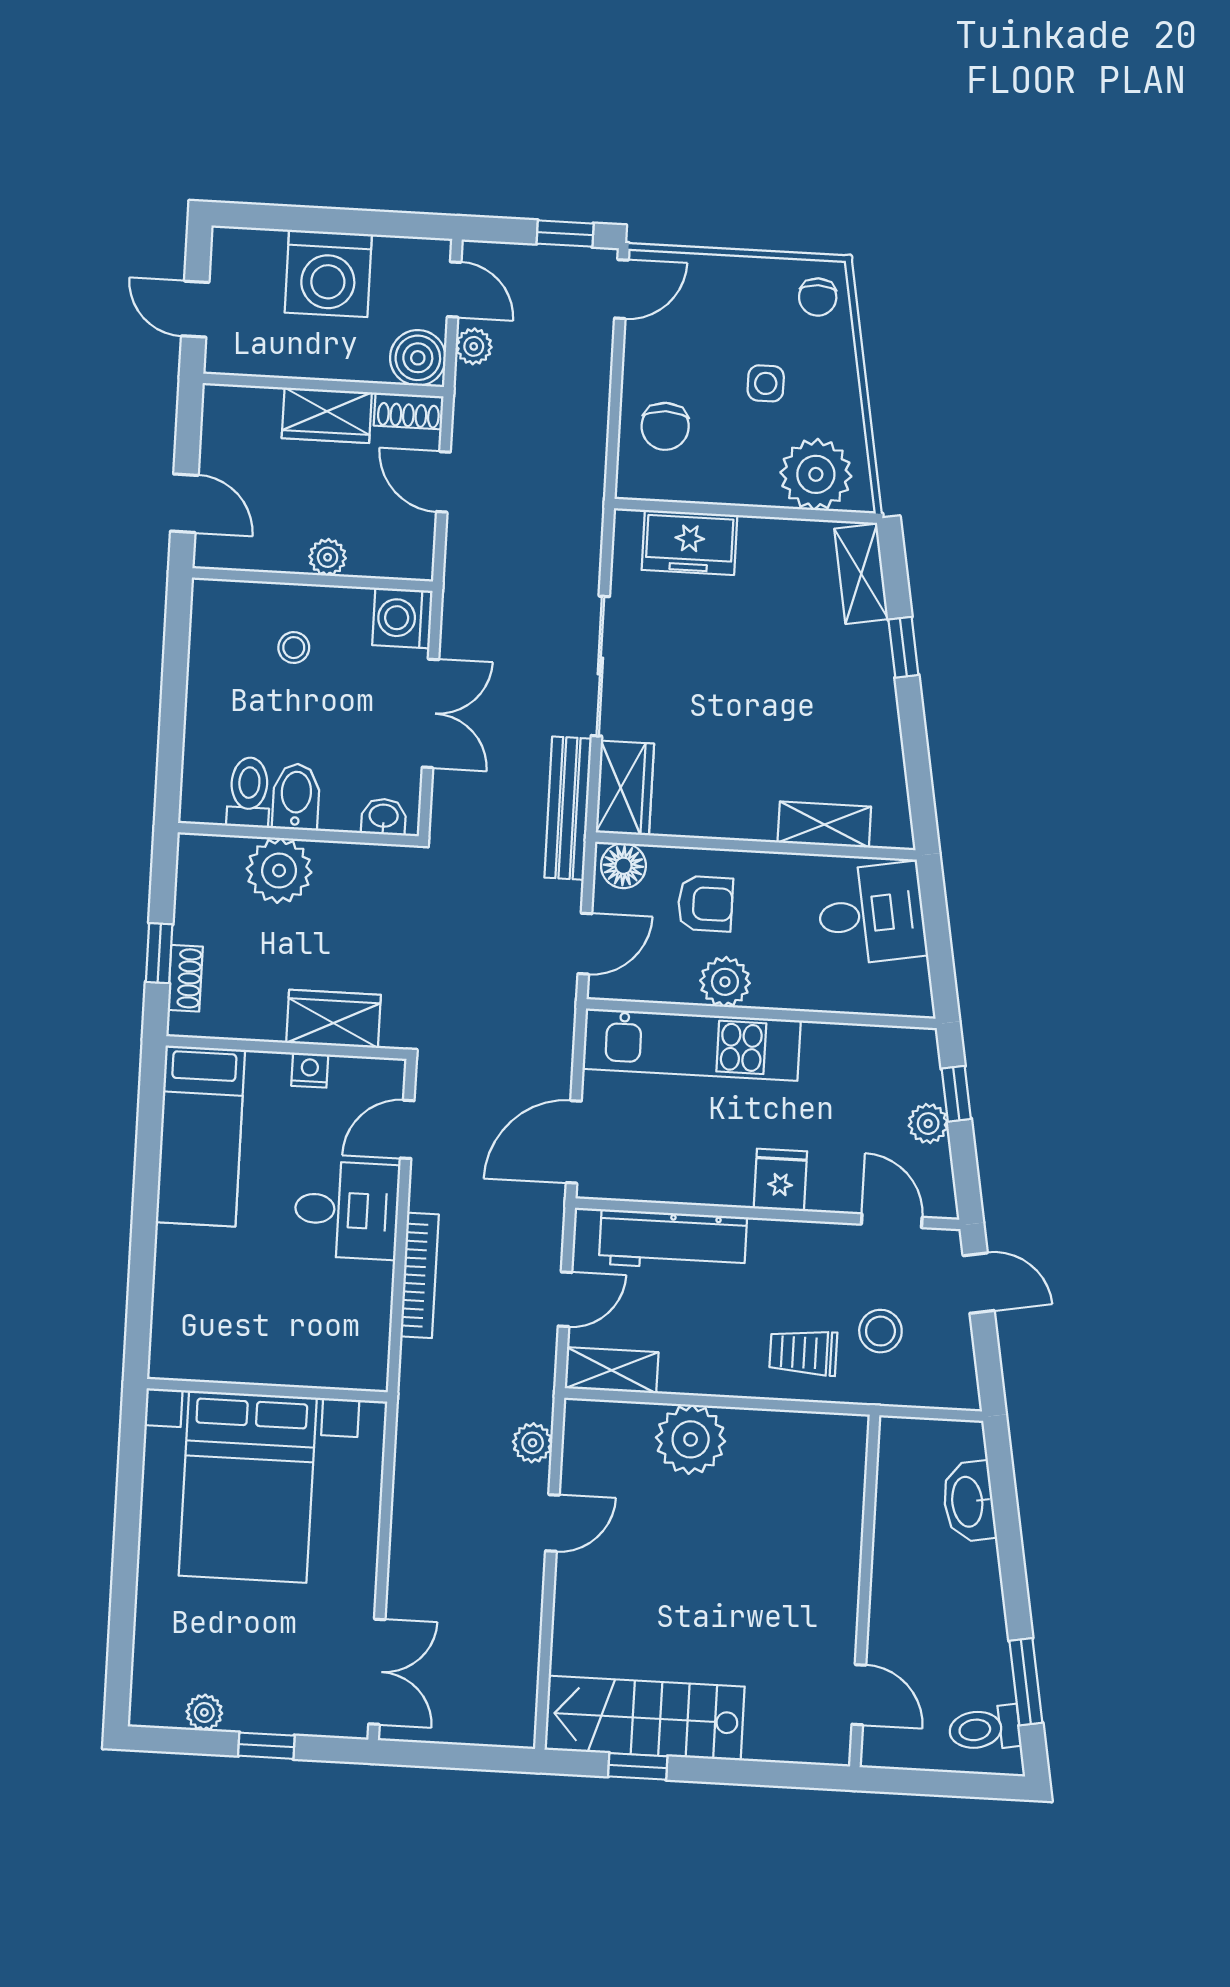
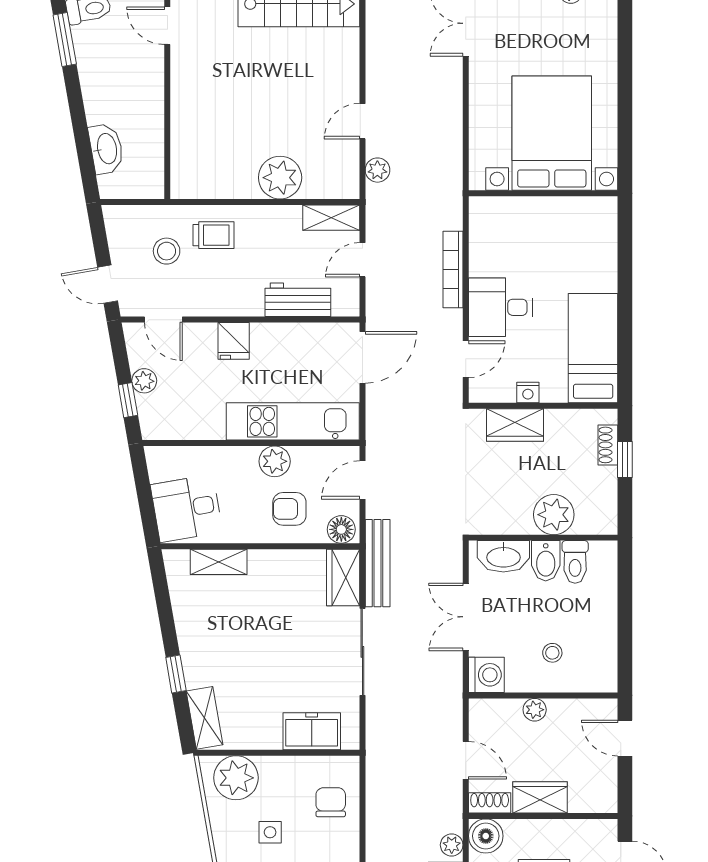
washbasin: (384, 817) -> (503, 556), width x1.91, depth x1.45
workbench: (673, 1241) -> (298, 300), width x0.73

